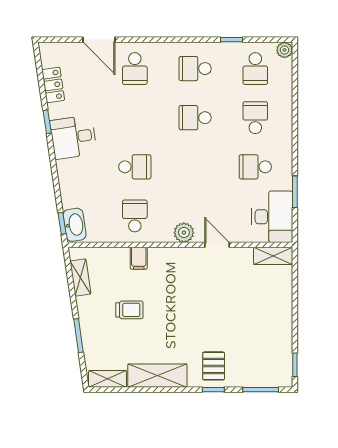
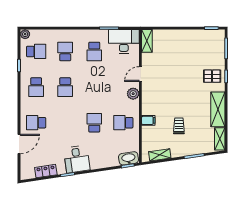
school desk: (135, 69) -> (36, 123), turned 180
school desk: (255, 118) -> (65, 51), turned 90

